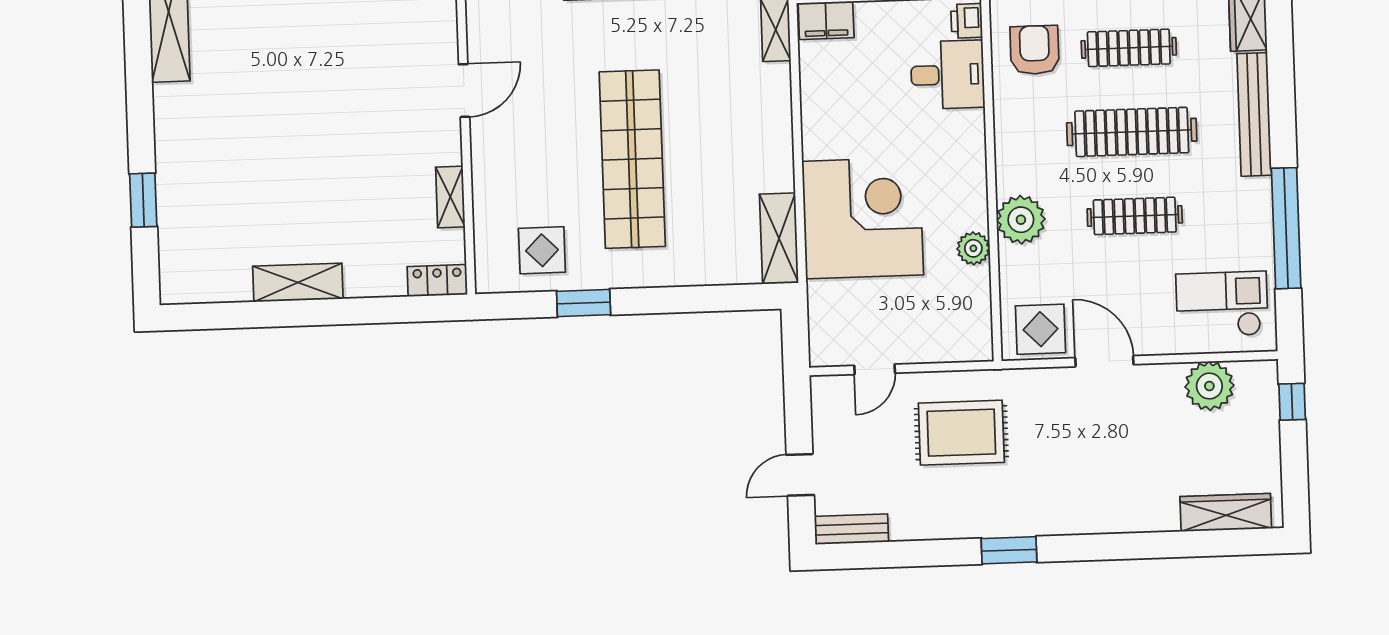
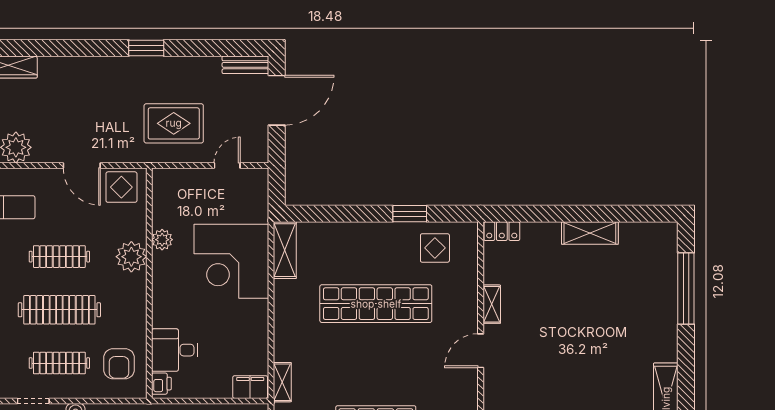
shop shelf: (632, 159) -> (376, 304), turned 90
shelving: (450, 197) -> (492, 304), moved
window: (143, 200) -> (686, 288), width x2.11
door: (800, 475) -> (277, 100), width x1.88

